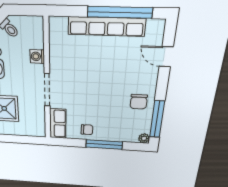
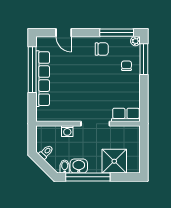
door: (166, 57) -> (64, 33), hinge flipped
chair: (87, 130) -> (126, 66), moved
window: (104, 144) -> (144, 59), moved

